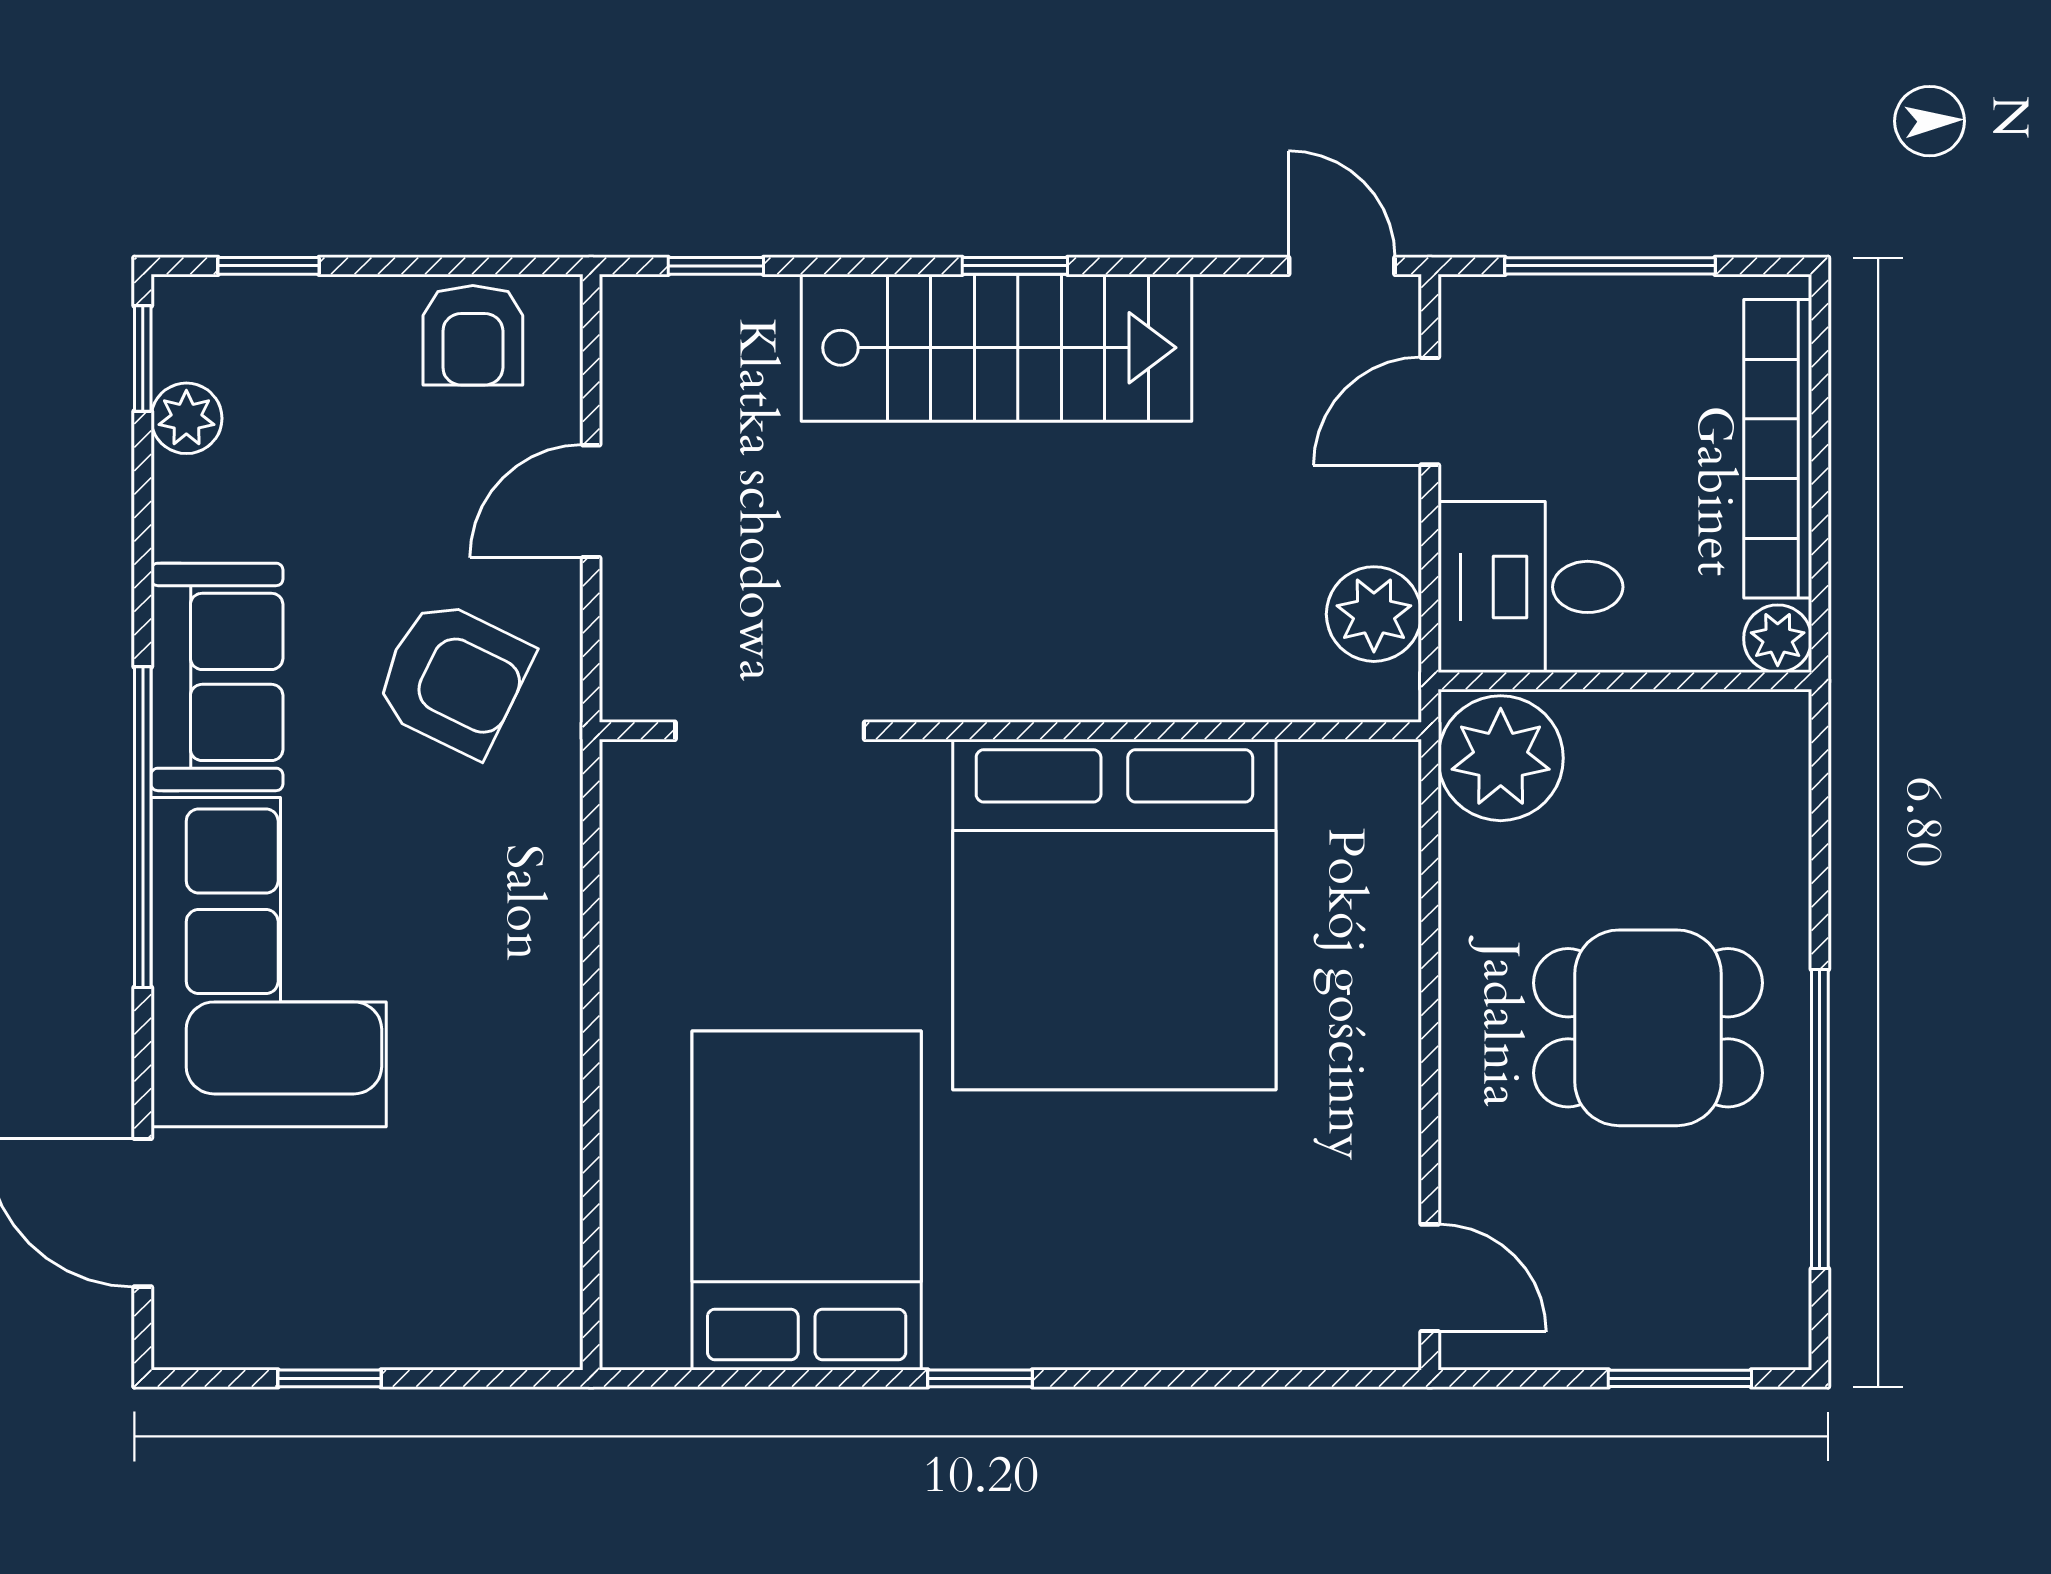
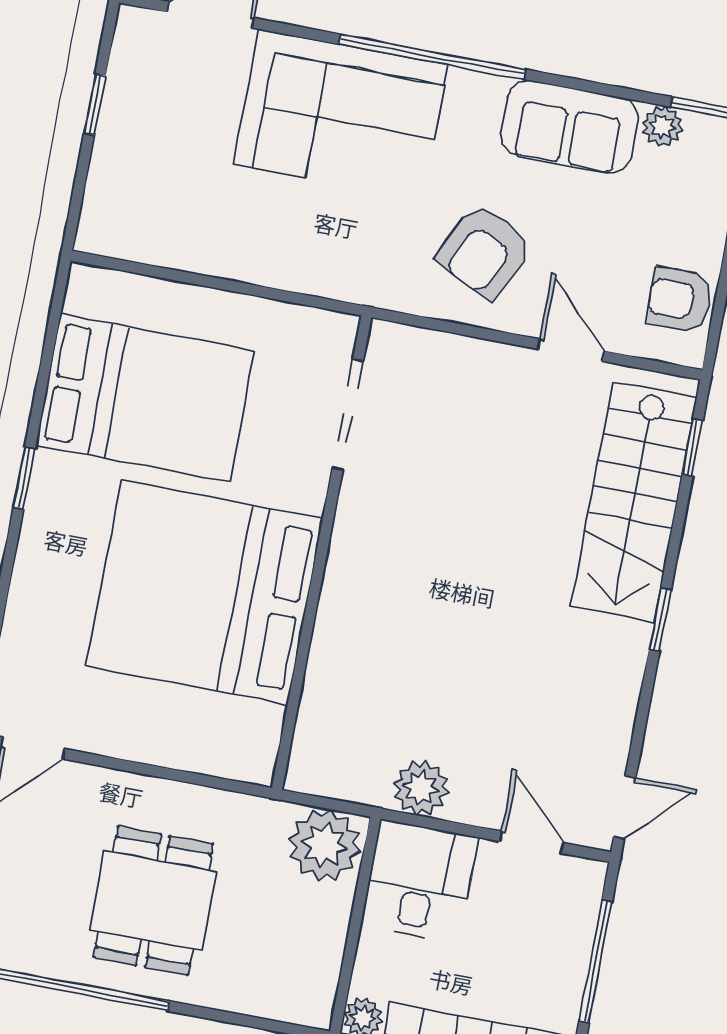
stairs: (997, 348) -> (634, 502), moved
sofa: (217, 677) -> (570, 127), moved
doorway: (770, 731) -> (348, 414), moved
wall: (1010, 731) -> (322, 553), moved
bed: (1114, 915) -> (205, 593), moved

